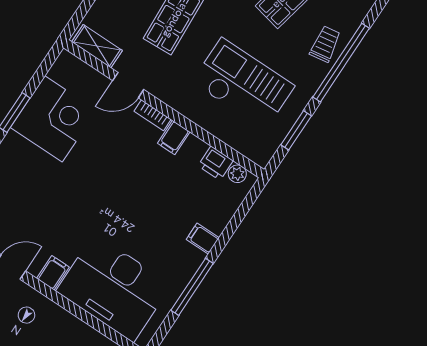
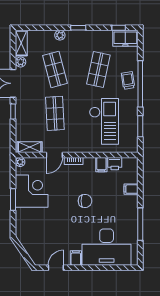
checkout: (243, 84) -> (104, 121), turned 90
filing cabinet: (174, 138) -> (101, 165), moved
plant: (237, 174) -> (20, 162), moved
chair: (128, 191) -> (85, 201), added
filing cabinet: (203, 239) -> (131, 189), moved

